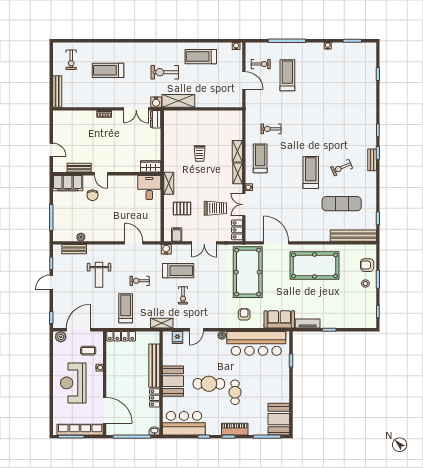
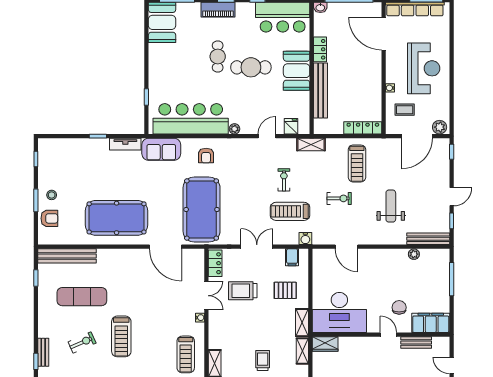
shelving: (238, 173) -> (302, 351), moved
desk: (149, 188) -> (339, 313), width x1.87, depth x1.30
bench: (74, 249) -> (428, 239), width x1.36

